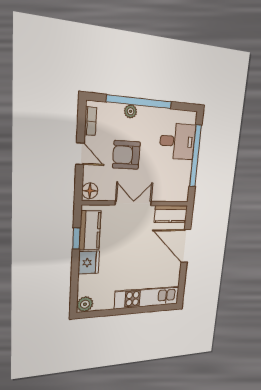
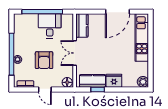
desk: (177, 141) -> (50, 26), moved
door: (80, 154) -> (45, 89), swing flipped
door: (186, 246) -> (117, 12), moved

